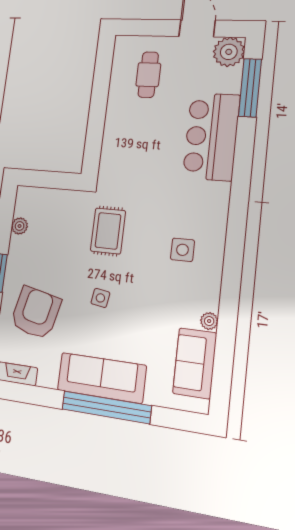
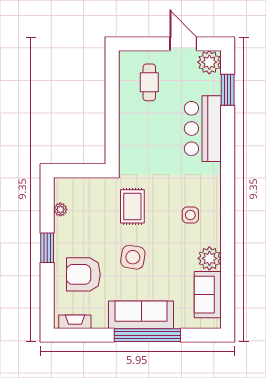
window: (250, 88) -> (228, 90), width x0.69
side table: (100, 298) -> (133, 257), width x1.87, depth x1.87
armchair: (36, 313) -> (83, 274), turned -103
plant: (209, 321) -> (209, 258), width x1.88, depth x1.88

